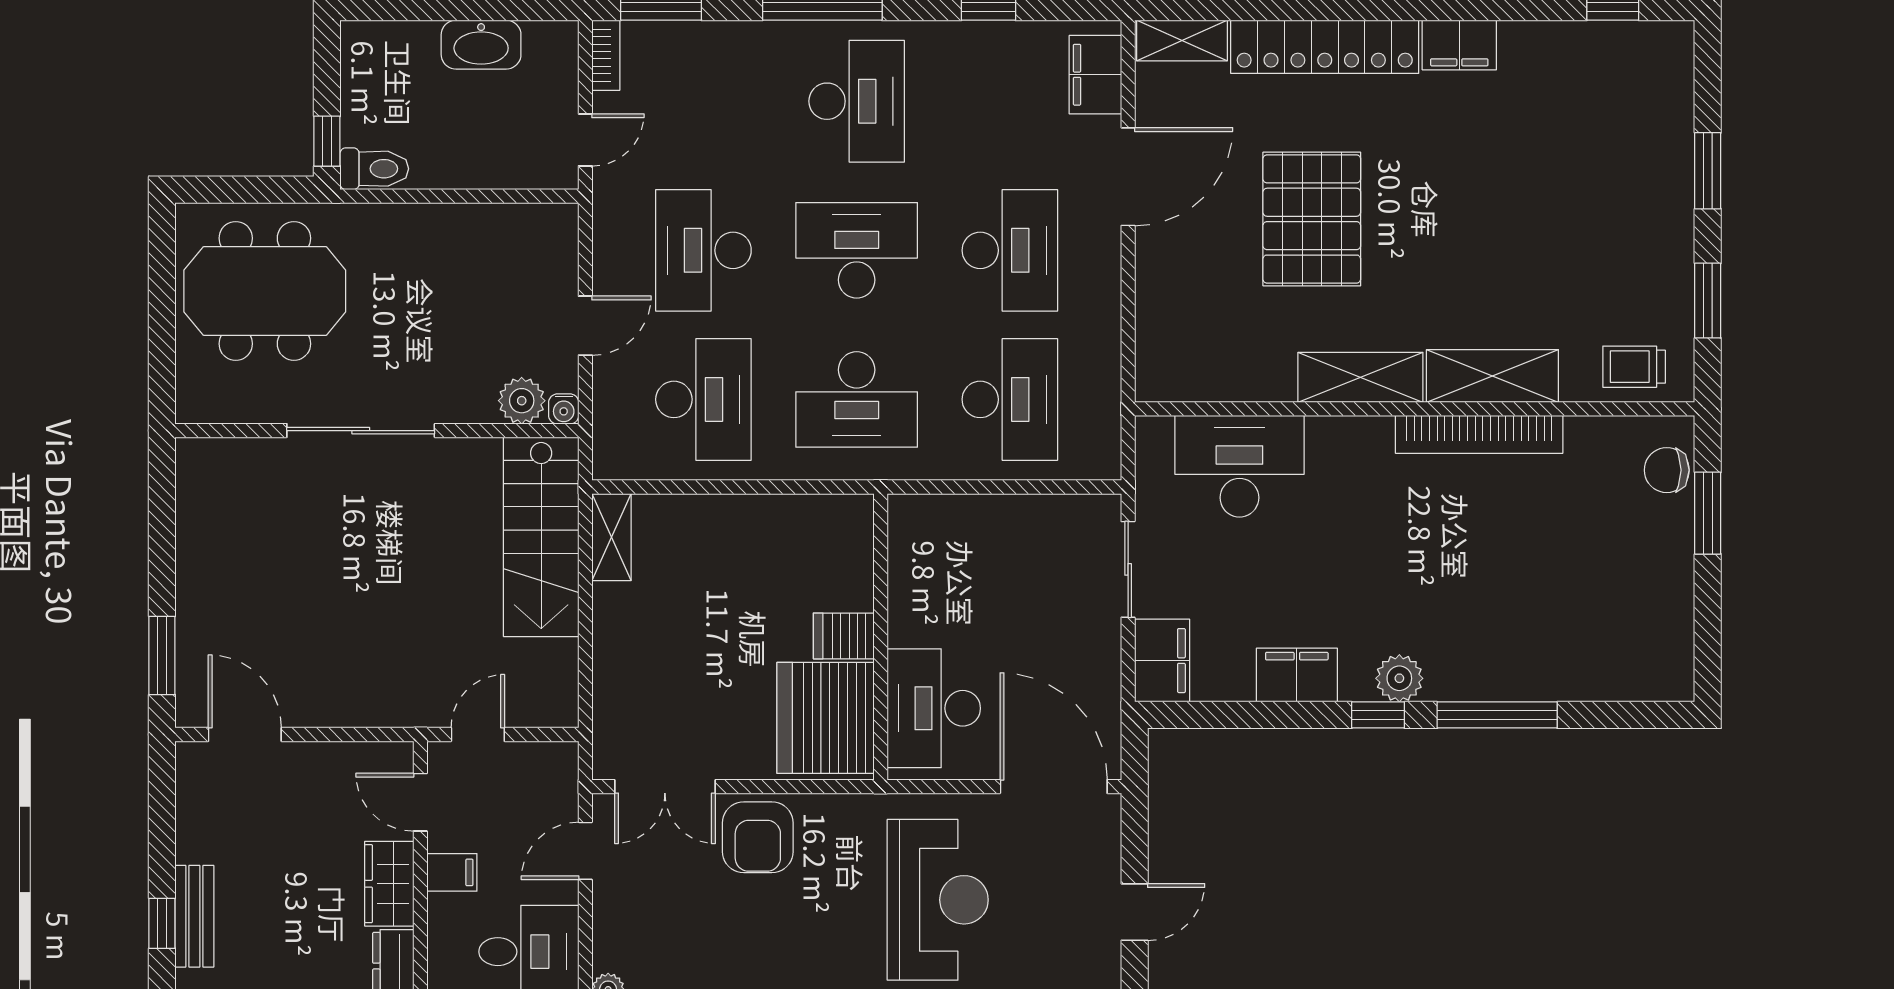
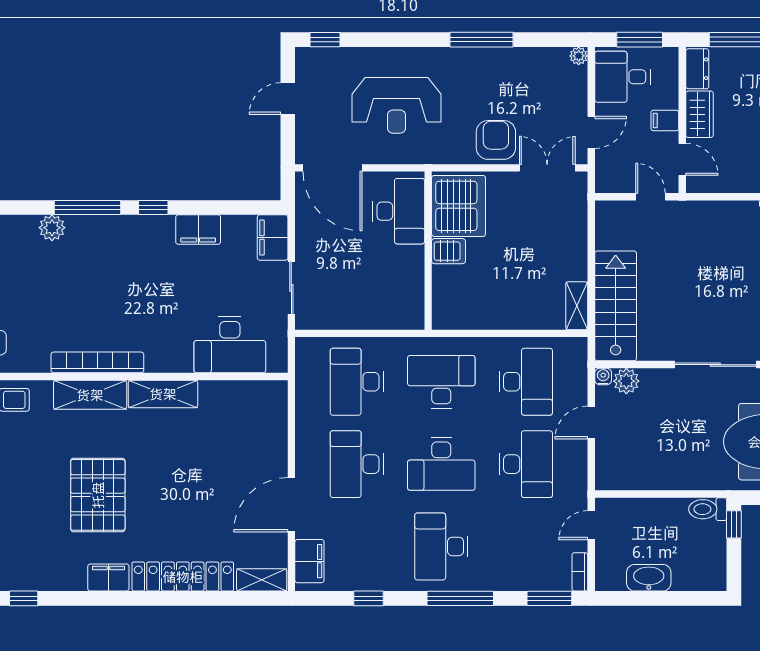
pallet: (1312, 219) -> (98, 495), moved
desk: (703, 399) -> (526, 382), turned 180
plant: (1399, 678) -> (52, 228), moved
door: (478, 735) -> (651, 197), swing flipped
reception desk: (938, 900) -> (397, 105), turned -90

